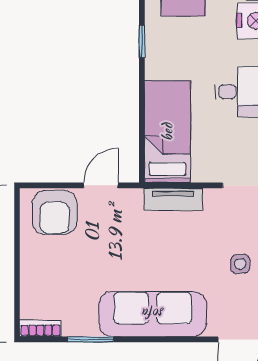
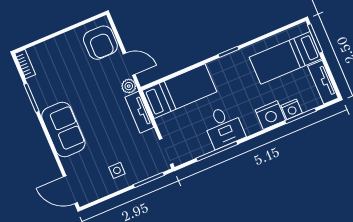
plant: (131, 199) -> (129, 86), added
armchair: (55, 212) -> (100, 43), turned -90
sofa: (153, 314) -> (63, 129), width x0.73

